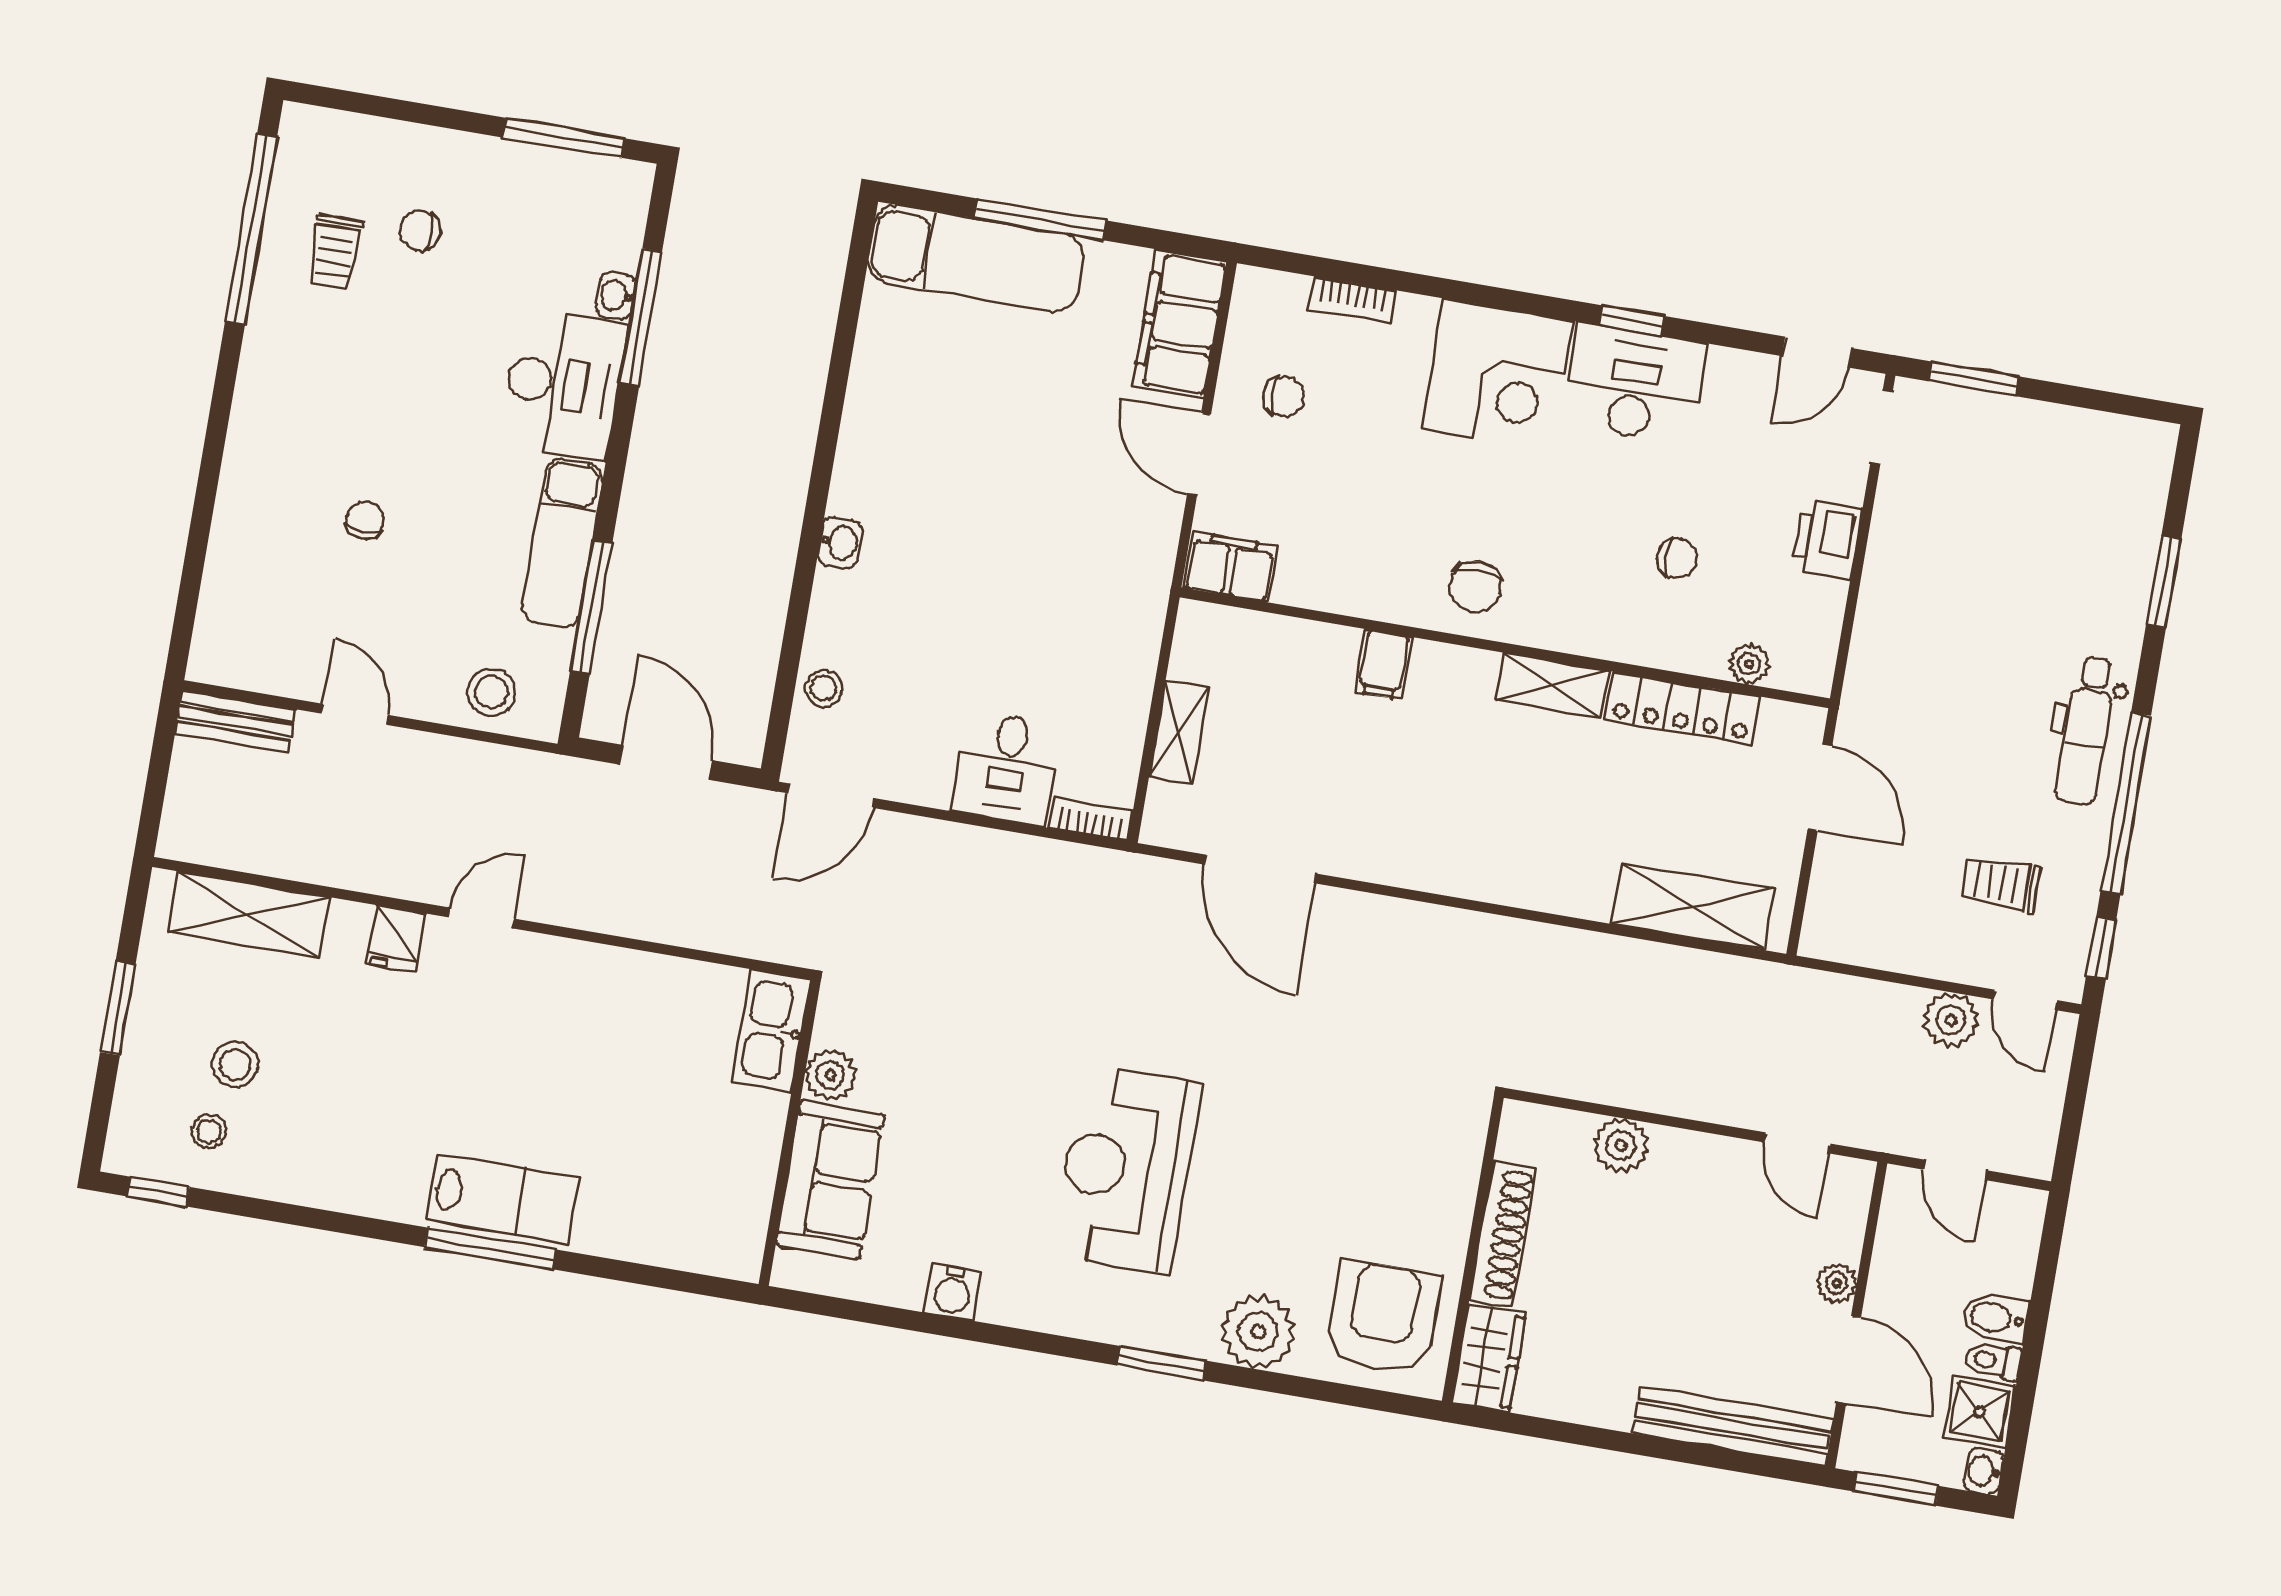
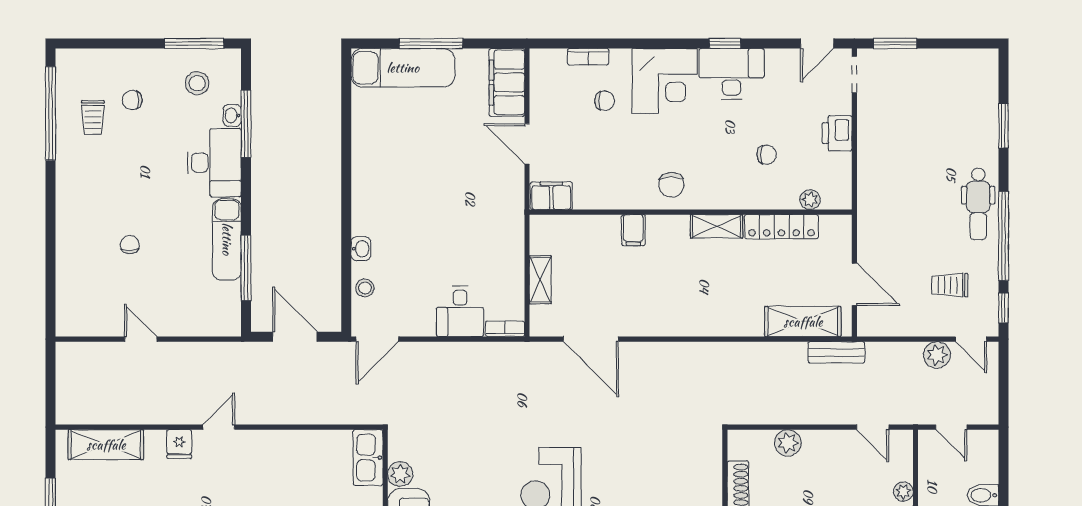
chair: (1284, 397) -> (605, 101), moved
washbasin: (840, 543) -> (361, 249), moved
stool: (492, 692) -> (197, 83), moved
bench: (235, 721) -> (836, 352), moved
door: (1820, 788) -> (854, 284), moved

